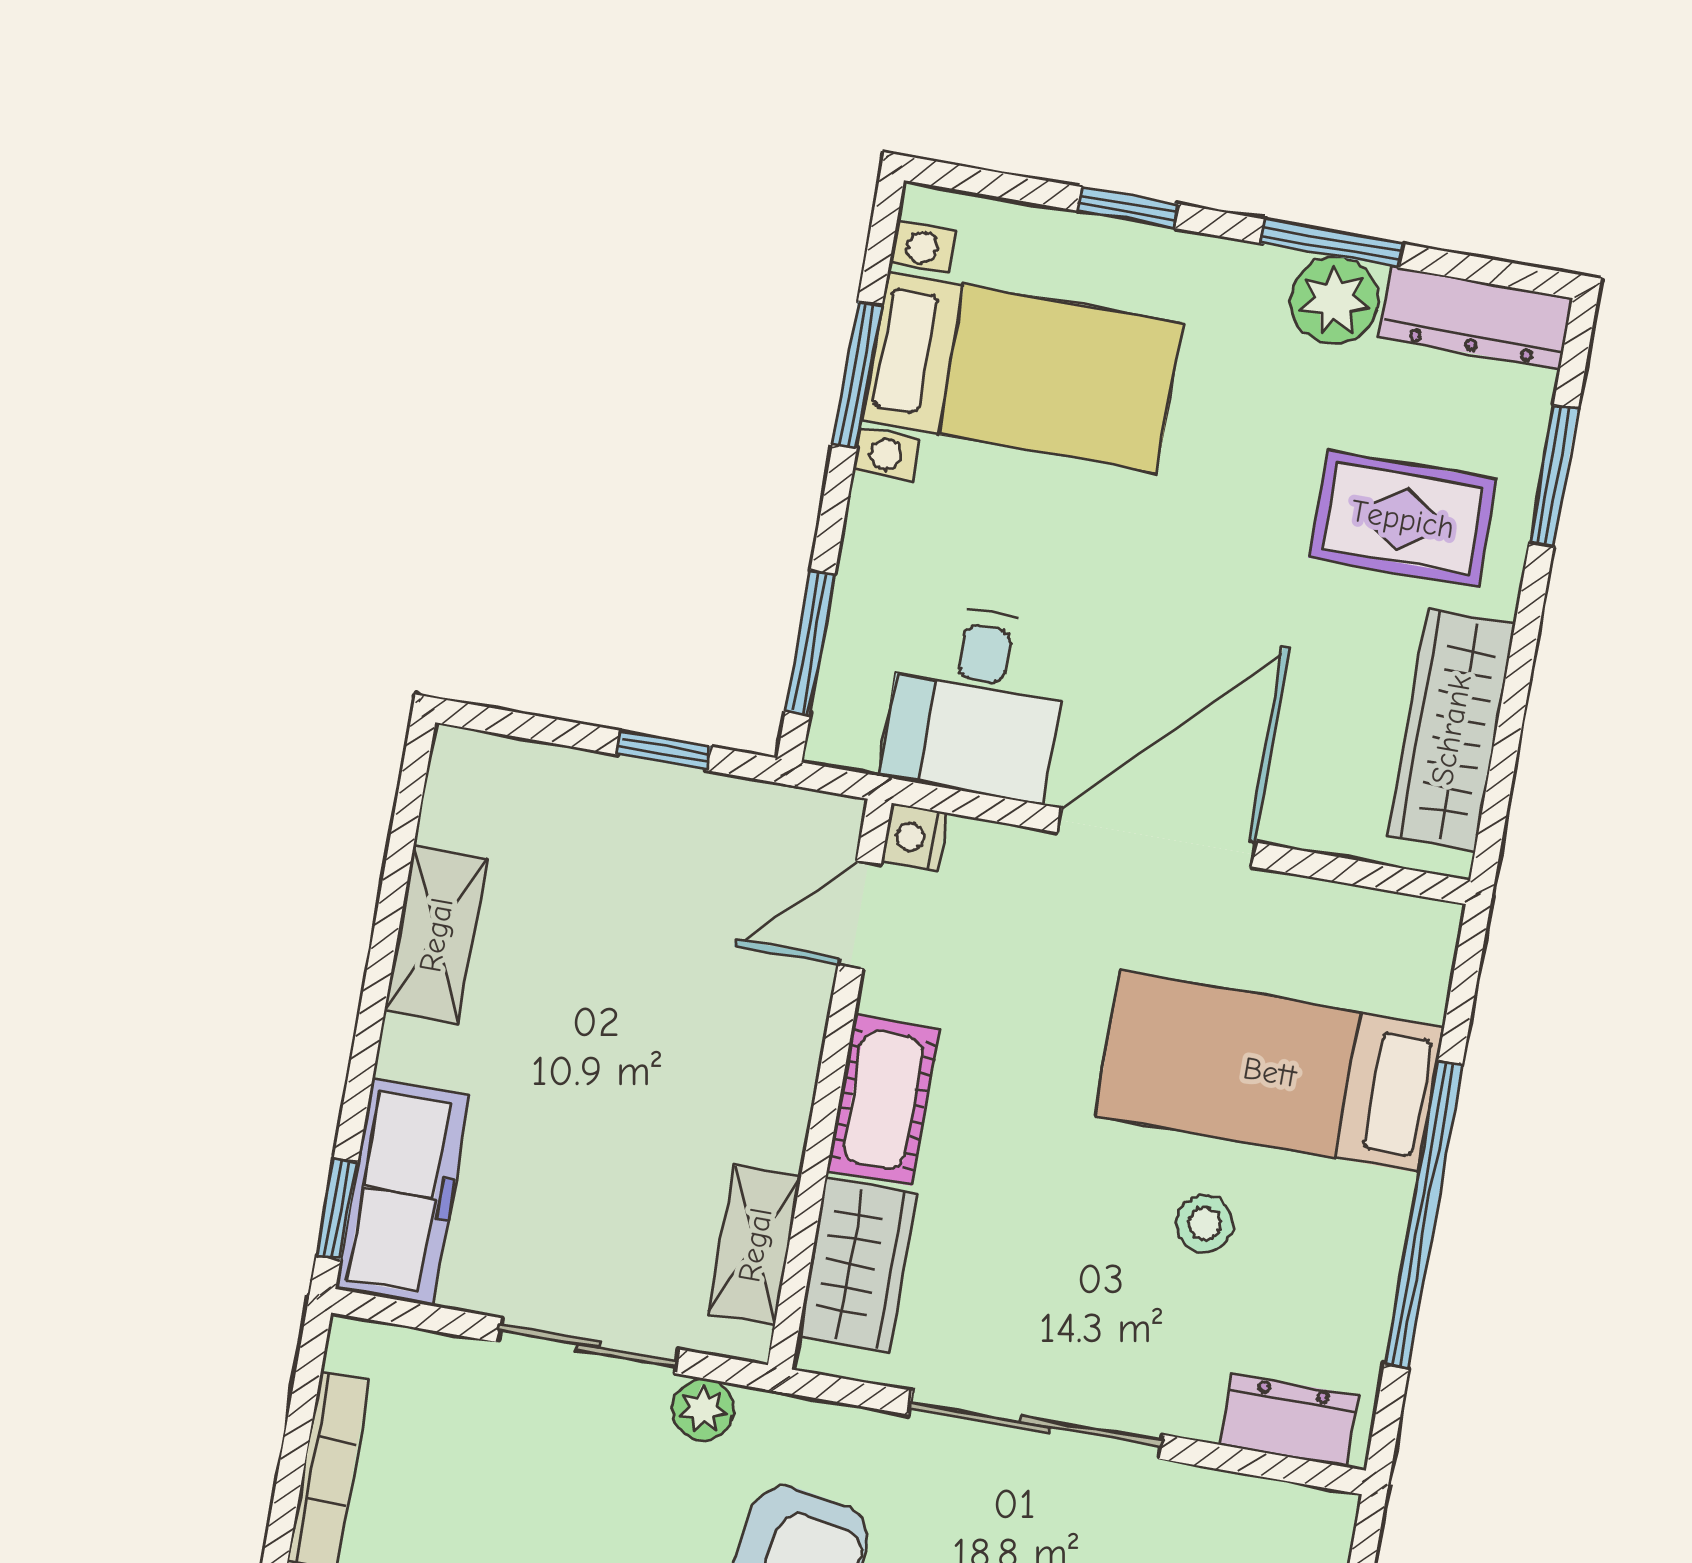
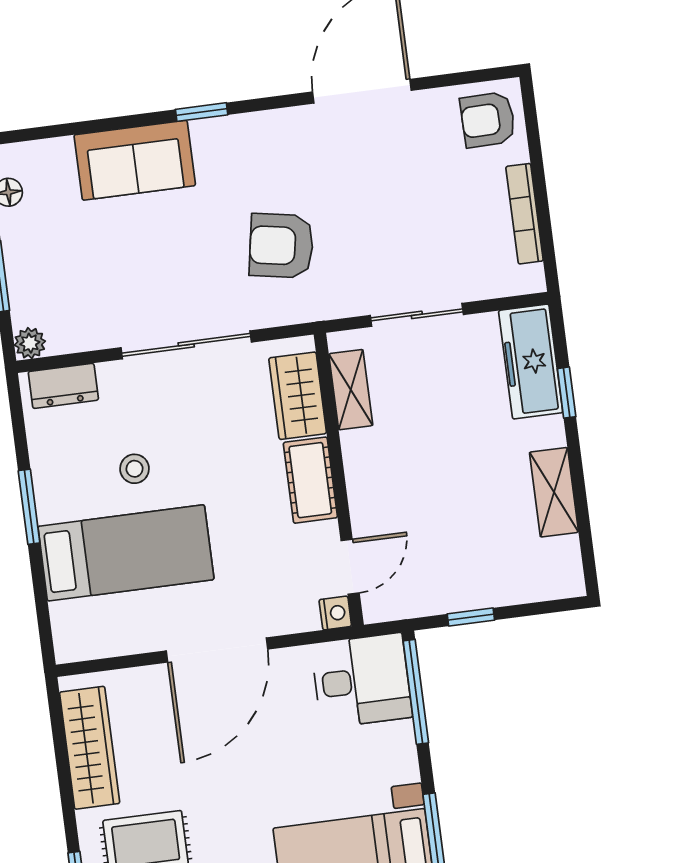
window: (810, 643) -> (416, 692), width x1.44
desk: (976, 702) -> (362, 681), moved, turned 90
window: (337, 1209) -> (567, 393), moved
window: (1423, 1215) -> (29, 507), width x0.47
plant: (703, 1409) -> (30, 343), moved

